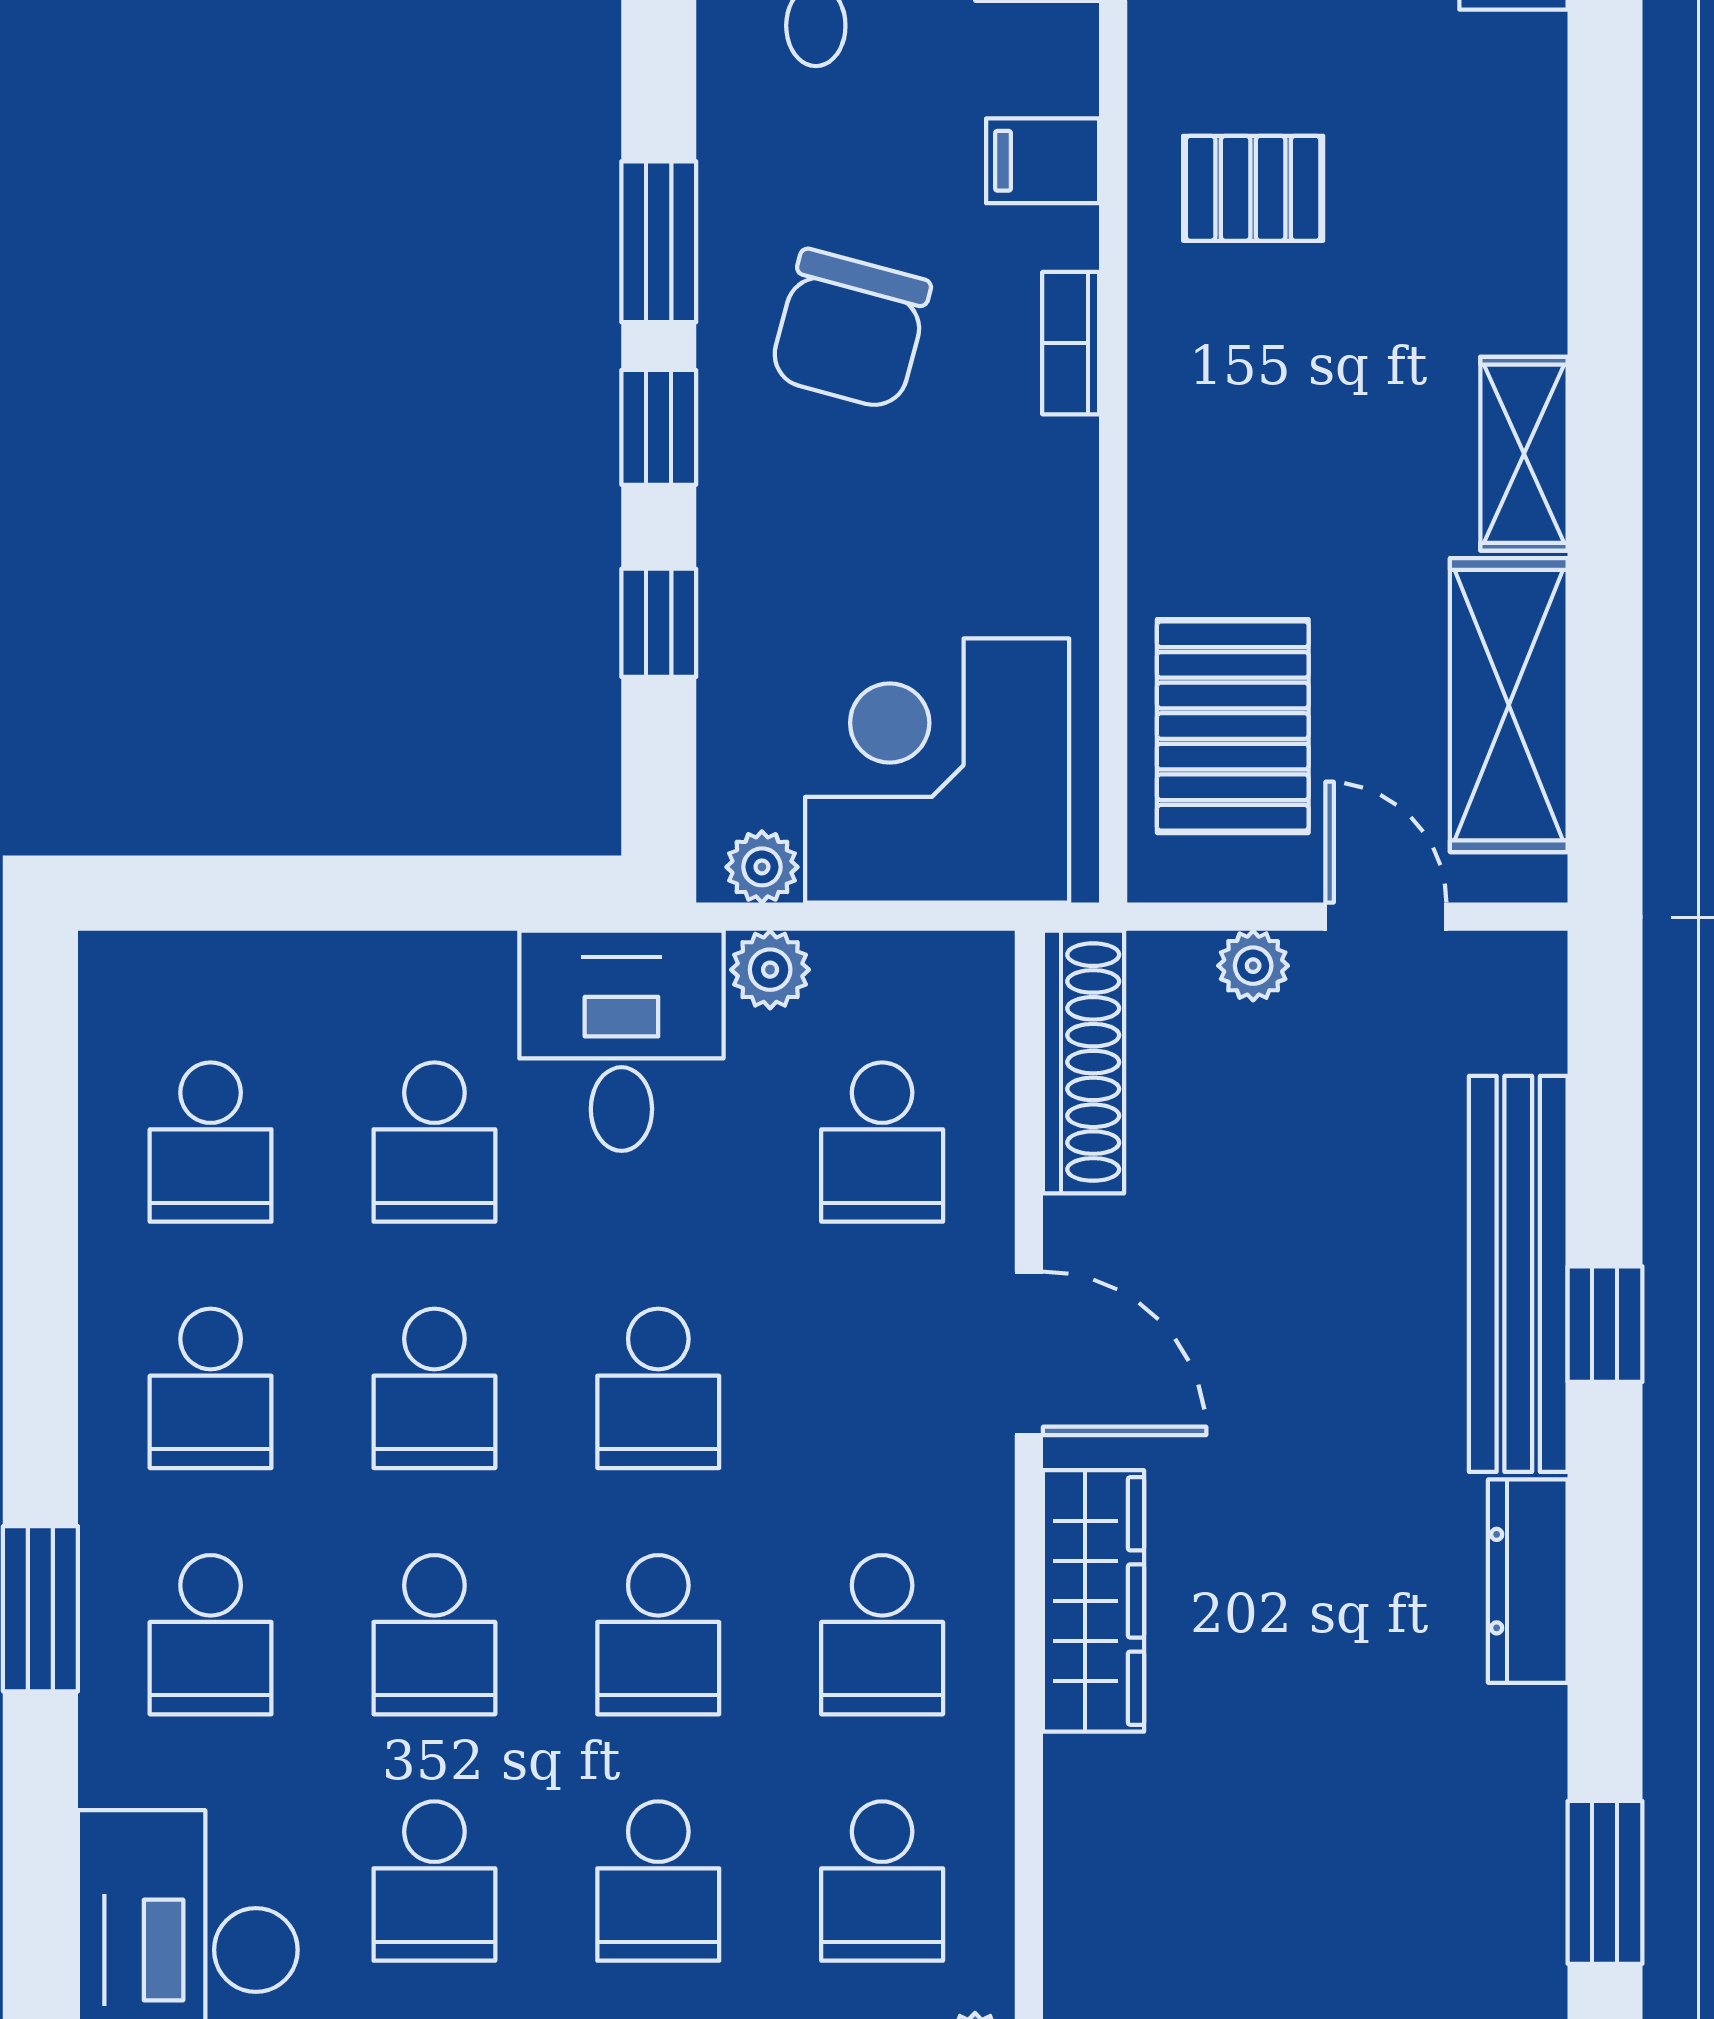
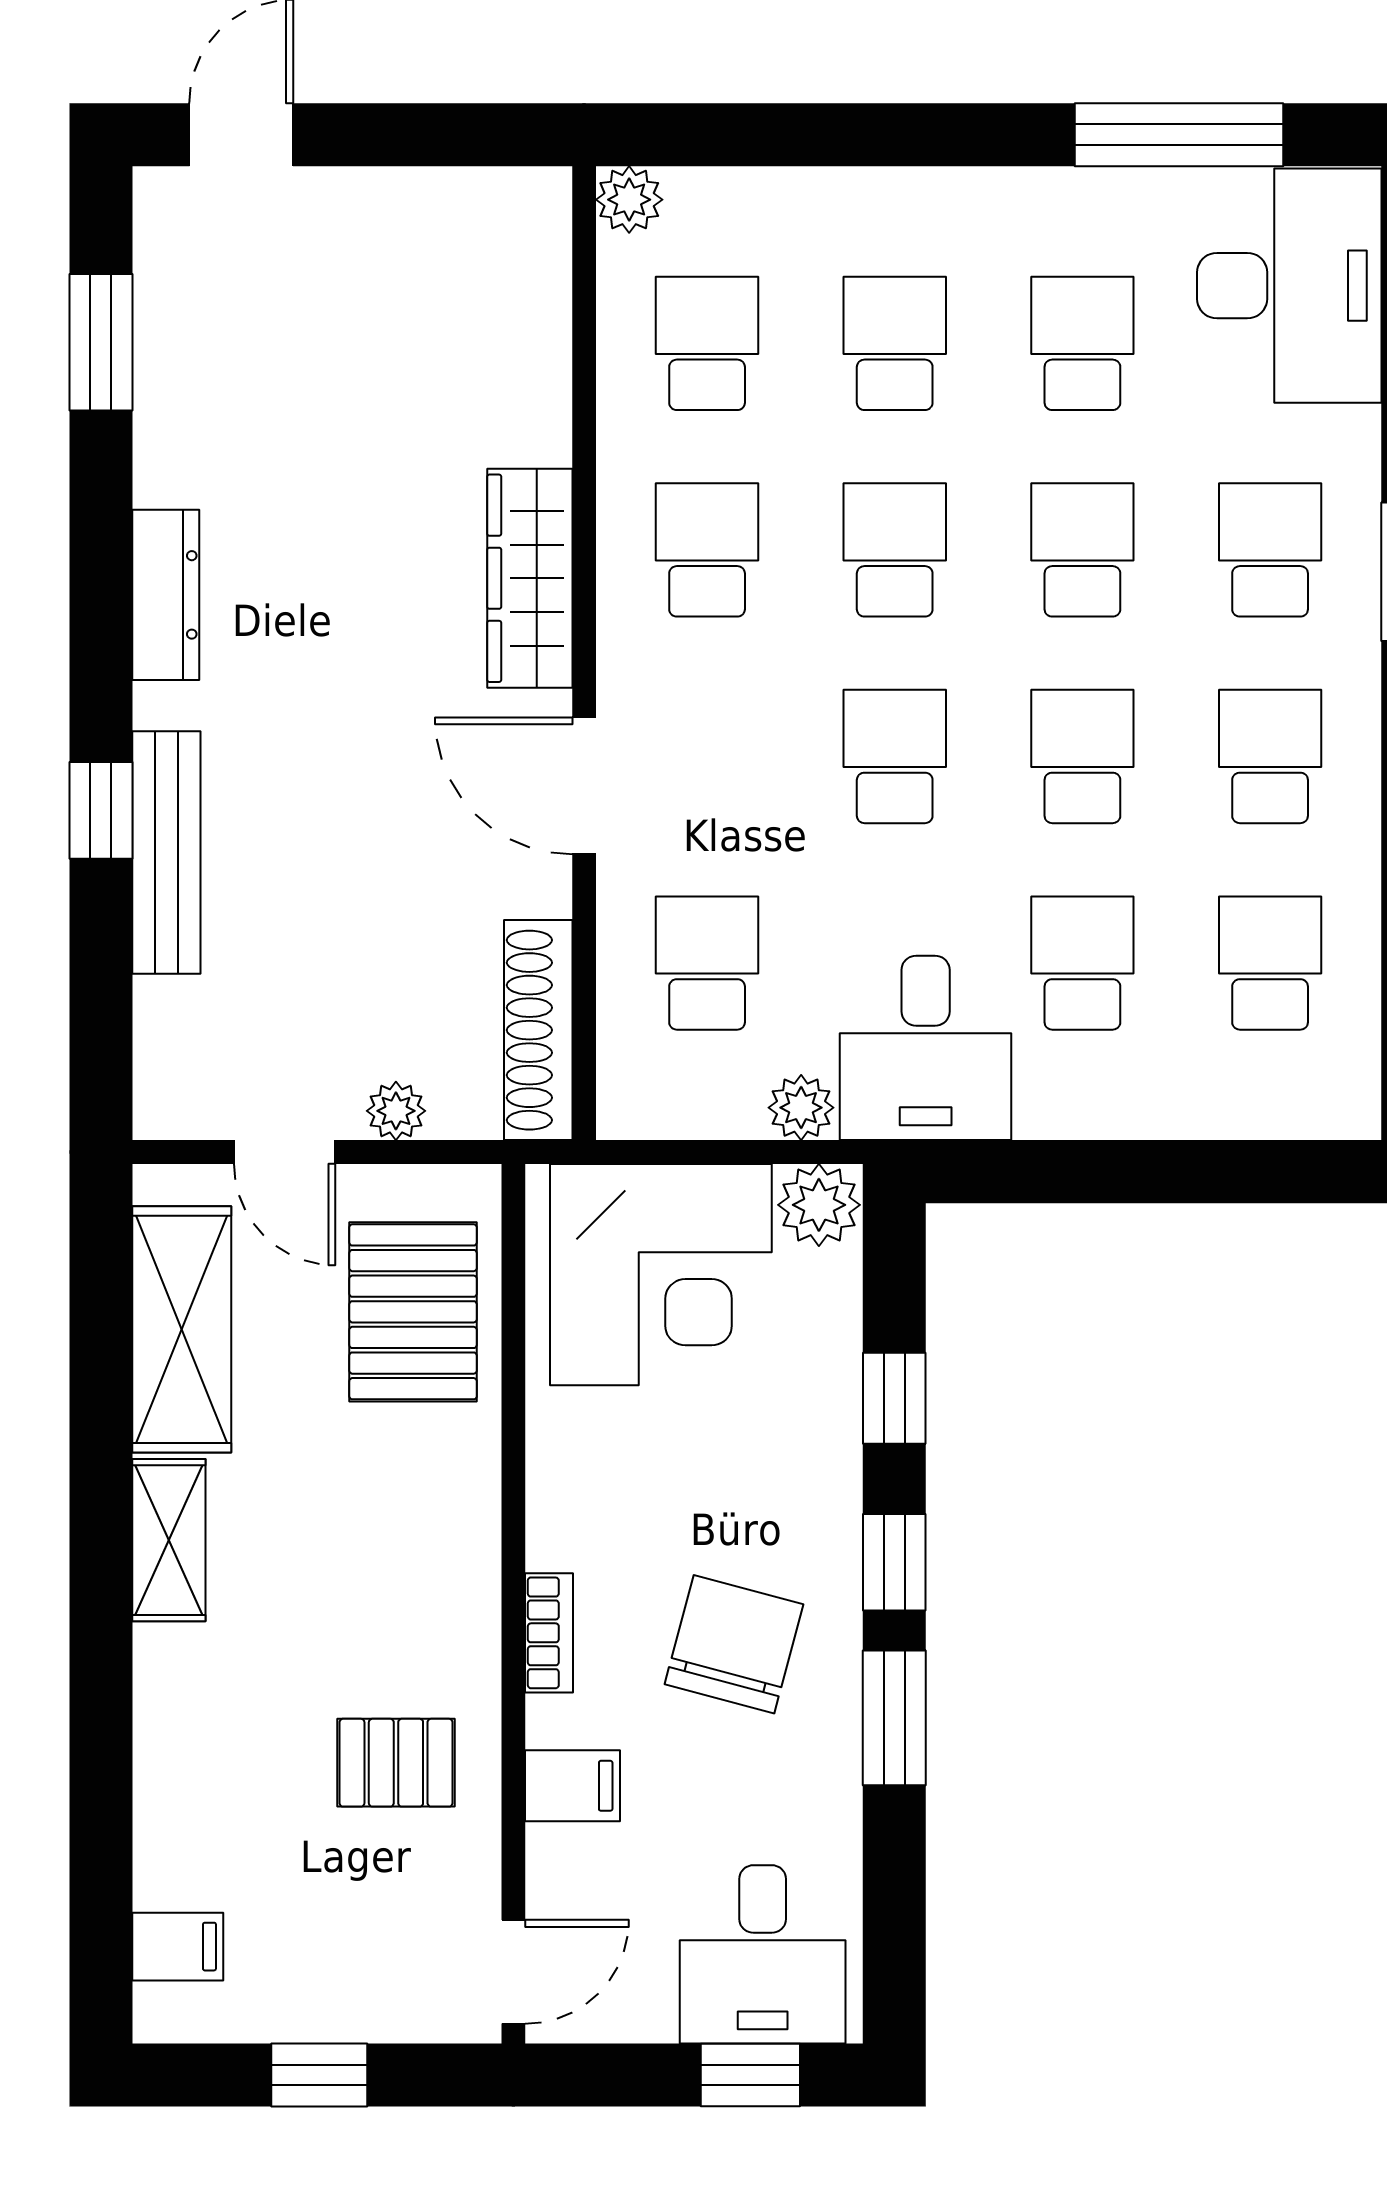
plant: (762, 867) -> (819, 1205), width x1.38, depth x1.38
bench: (1518, 1274) -> (166, 853), width x0.73, depth x0.82

